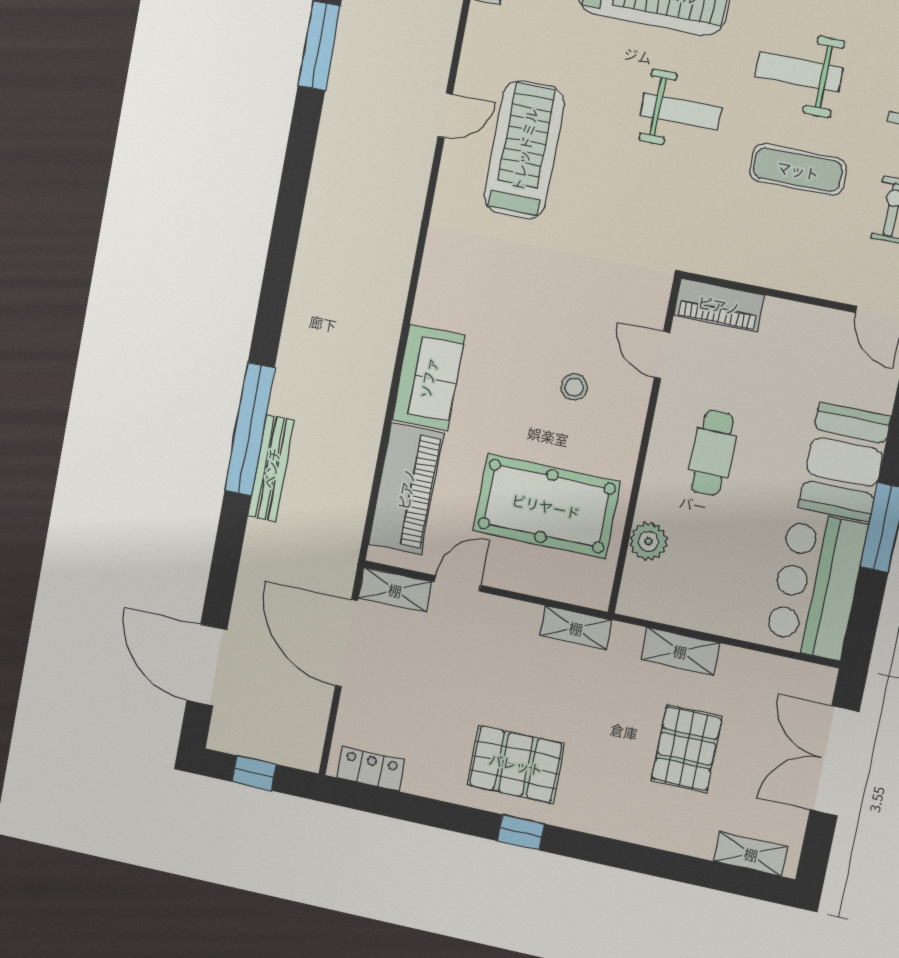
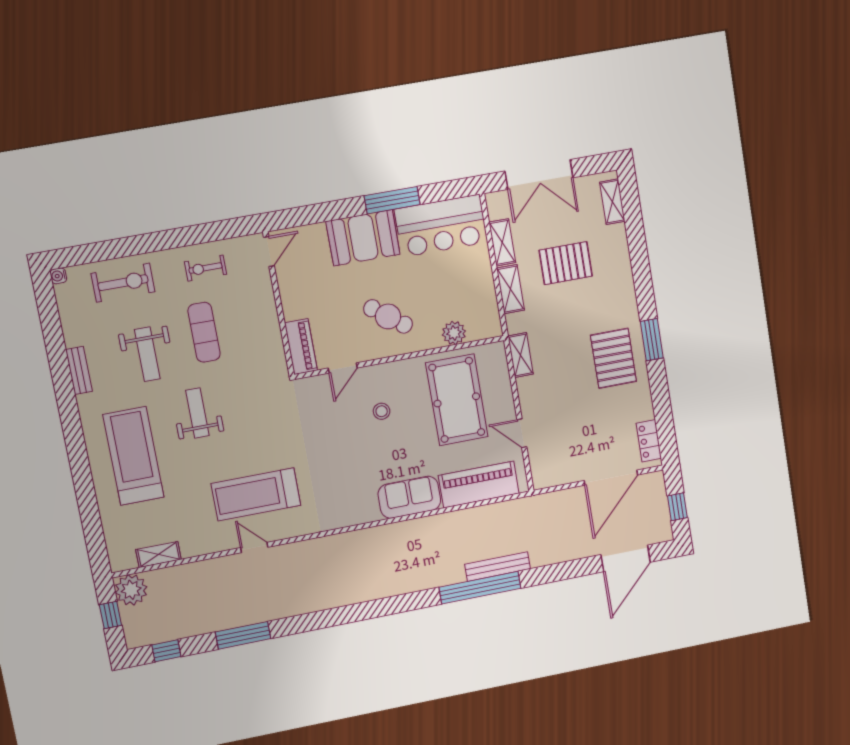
cafe table: (712, 453) -> (388, 316), turned 37
shelving: (395, 590) -> (502, 242), moved
door: (346, 643) -> (611, 478), moved
window: (521, 832) -> (652, 340), width x1.50

